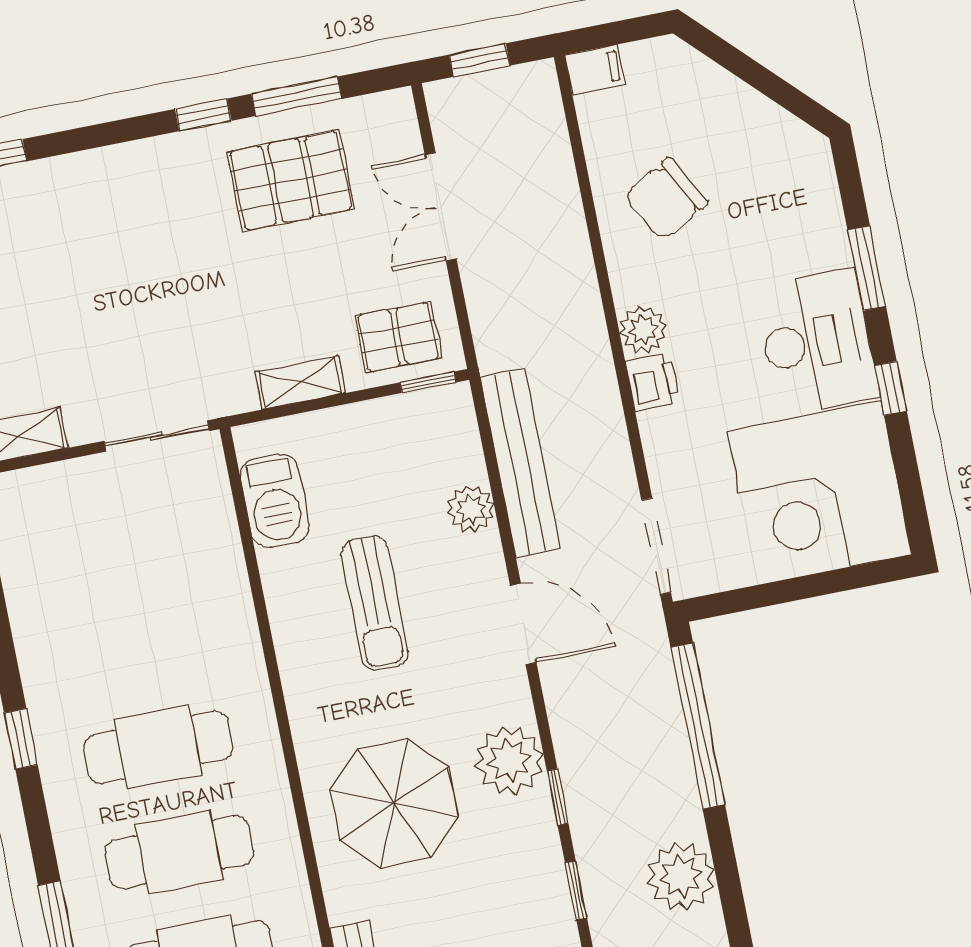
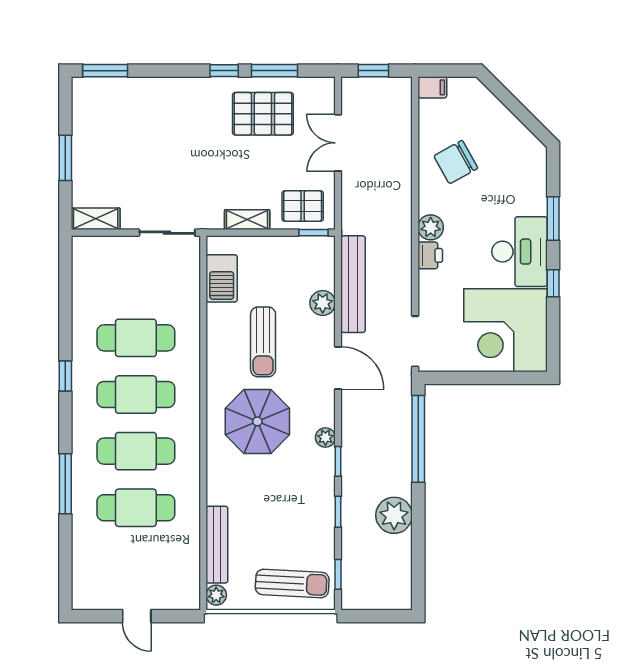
cafe table: (138, 642) -> (136, 338), added
plant: (509, 761) -> (325, 437), width x0.53, depth x0.53
parasol: (394, 803) -> (257, 421), moved

